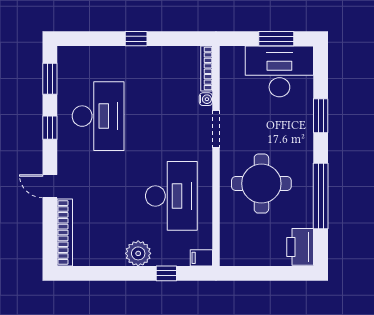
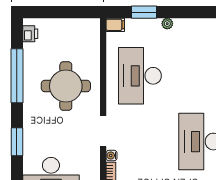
printer: (300, 247) -> (30, 34), width x0.53, depth x0.68
plant: (138, 253) -> (167, 24), width x0.53, depth x0.53
window: (166, 273) -> (144, 12), width x1.50

